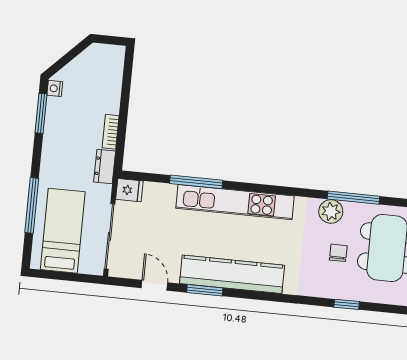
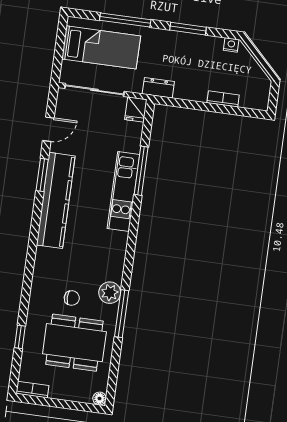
window: (41, 113) -> (188, 29), moved
bookcase: (111, 132) -> (223, 99), moved
kitchen unit: (235, 202) -> (123, 191), width x0.73
window: (347, 304) -> (20, 337), moved

